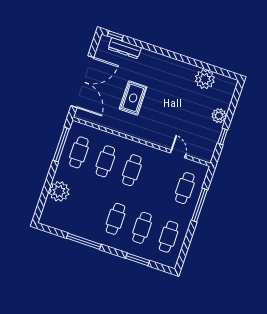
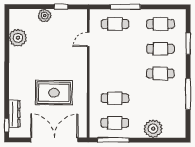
rug: (133, 98) -> (54, 93), width x1.36, depth x1.43
cafe table: (132, 170) -> (115, 73), removed

